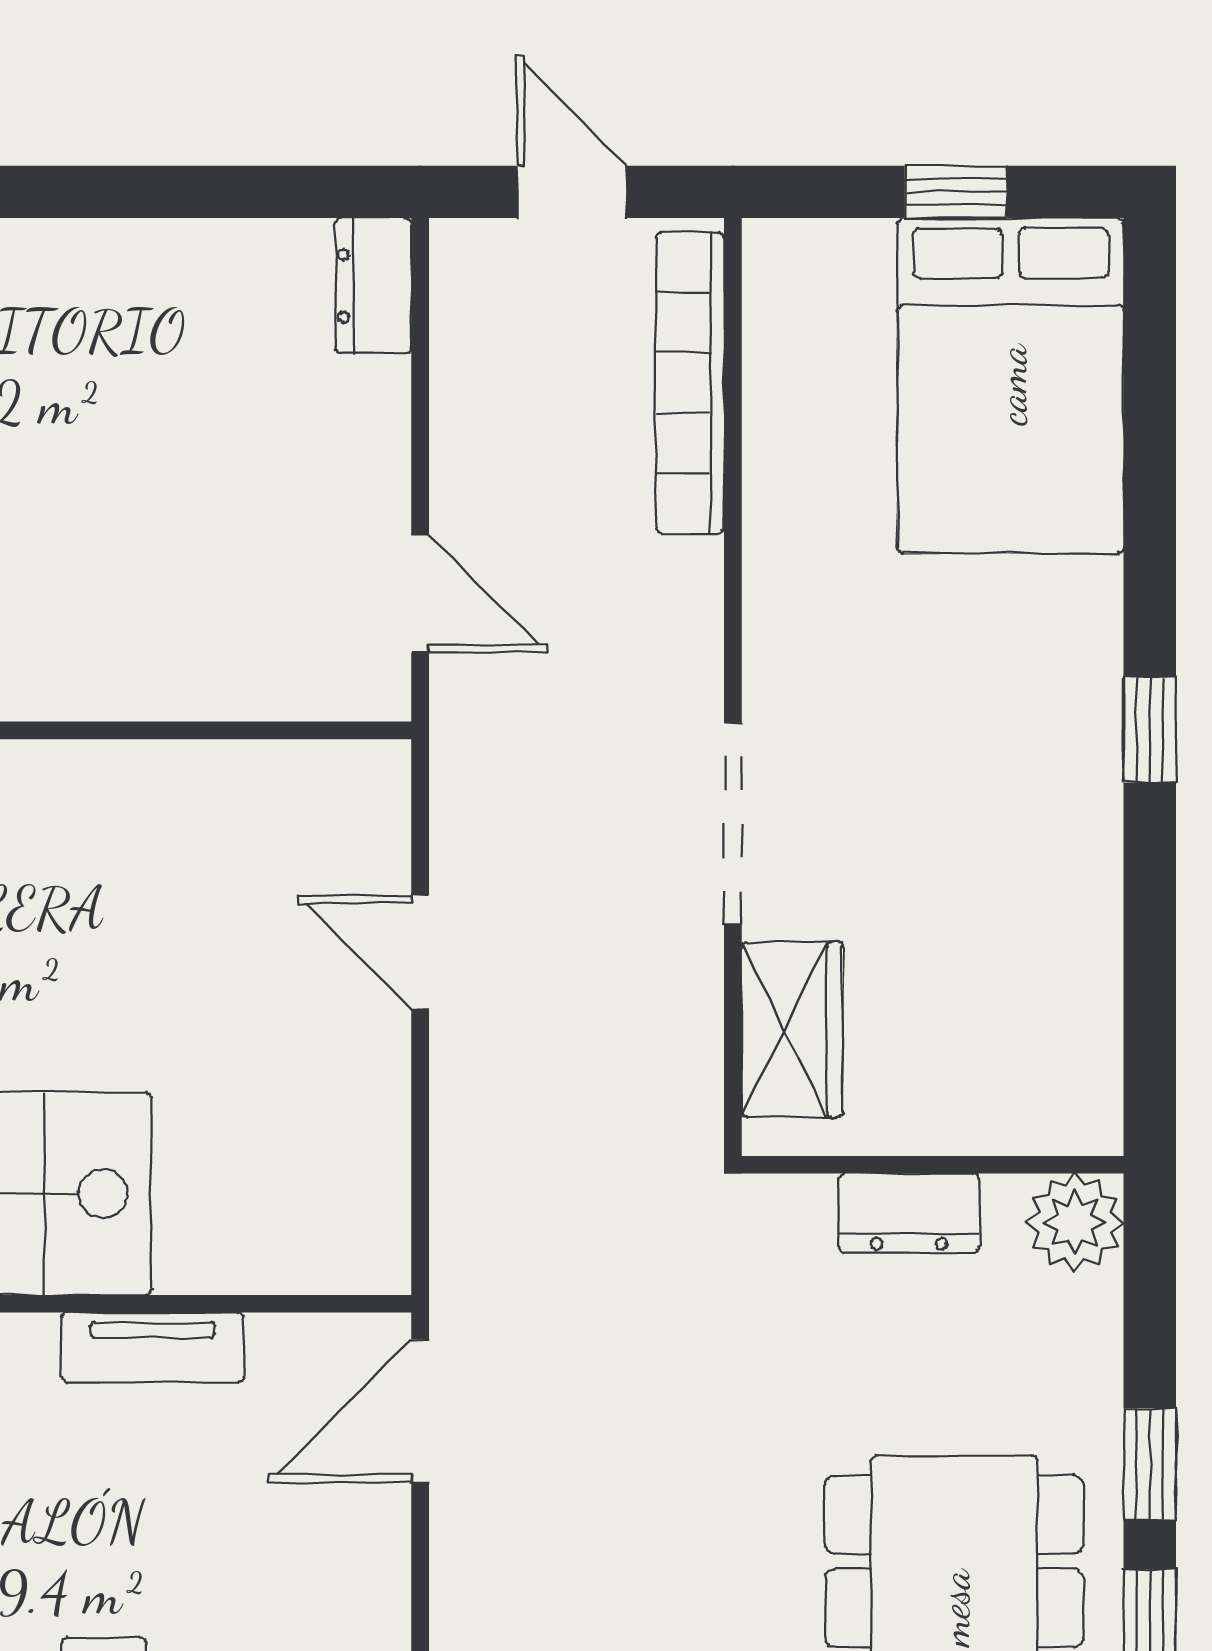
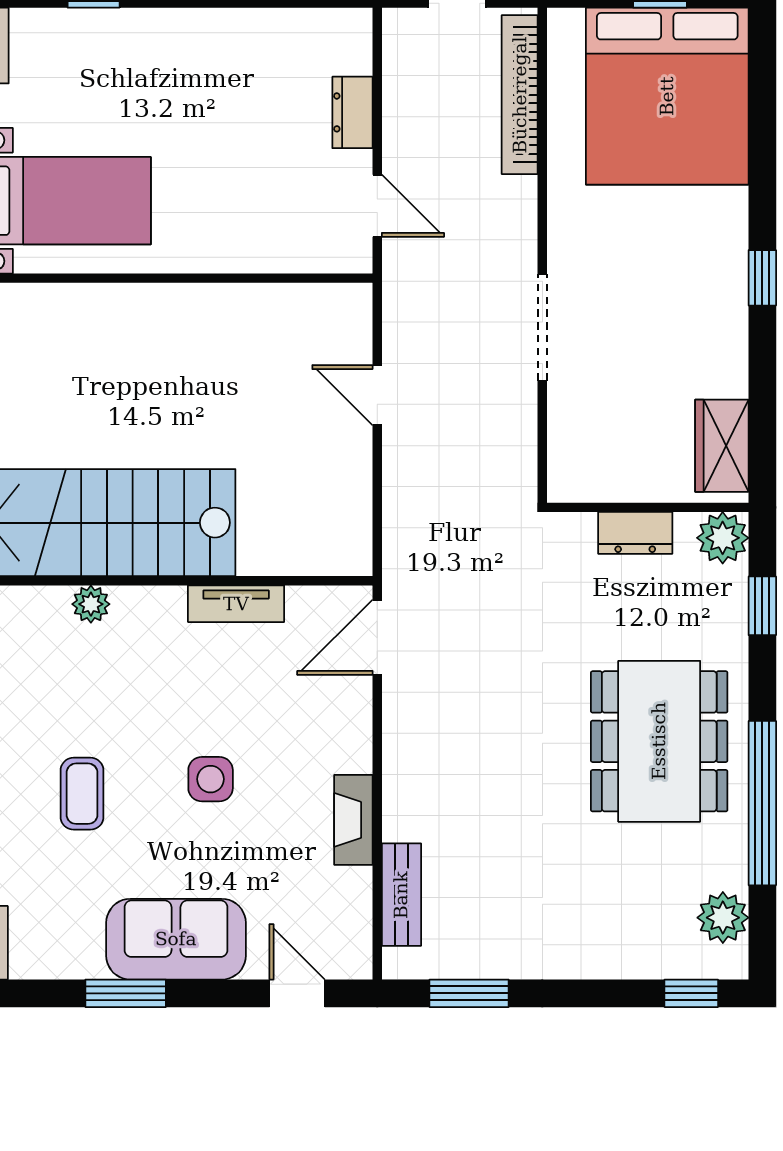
dresser: (373, 286) -> (352, 112), moved
bed: (1011, 385) -> (667, 96), width x1.36
wardrobe: (792, 1029) -> (722, 446), moved, turned 180
window: (1150, 1464) -> (762, 606), moved

